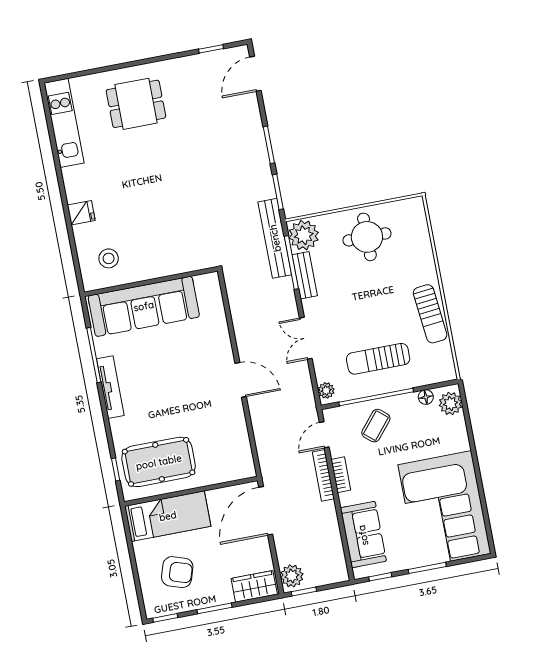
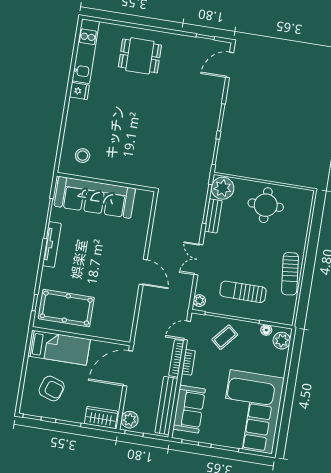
fridge: (81, 213) -> (79, 91), moved
bench: (275, 238) -> (166, 405), moved

